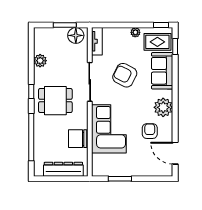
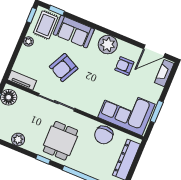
corner sofa: (109, 129) -> (126, 111), moved
fireplace: (159, 171) -> (164, 73), added

